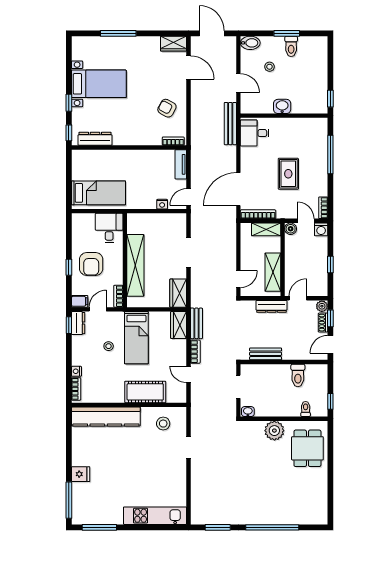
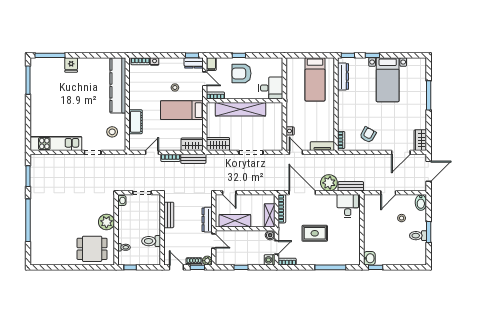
washbasin: (282, 106) -> (369, 258), moved
bench: (230, 124) -> (351, 186), width x0.73
plant: (226, 156) -> (329, 183), added
bed: (98, 193) -> (315, 79), moved
cot: (145, 392) -> (136, 122), width x0.73, depth x0.75
kitchen unit: (155, 516) -> (56, 144), moved, turned -90

